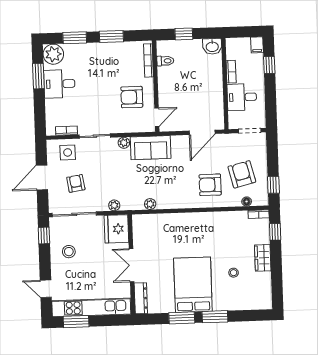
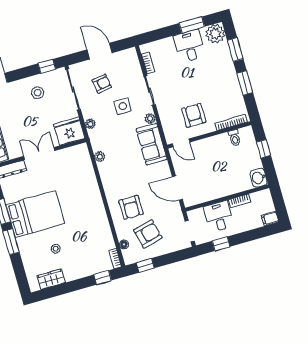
window: (269, 65) -> (221, 244), moved
side table: (68, 152) -> (123, 106), moved
armchair: (210, 185) -> (131, 207), turned 180
wardrobe: (263, 258) -> (51, 279), moved

